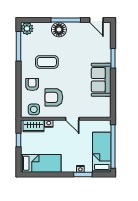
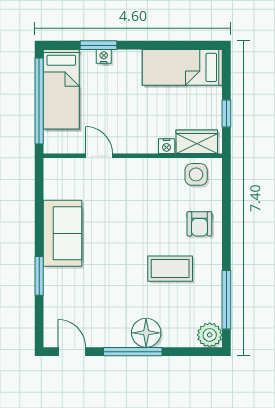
armchair: (54, 97) -> (156, 198), removed
door: (72, 119) -> (99, 156), moved

